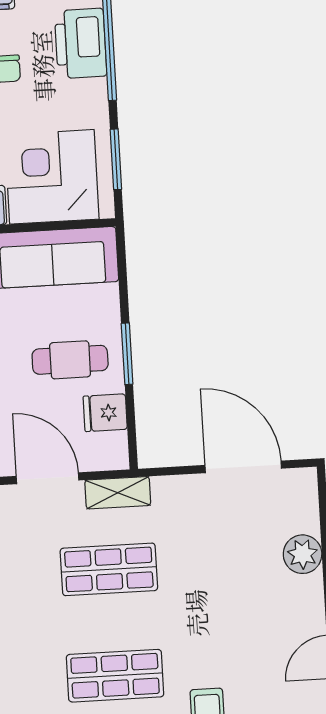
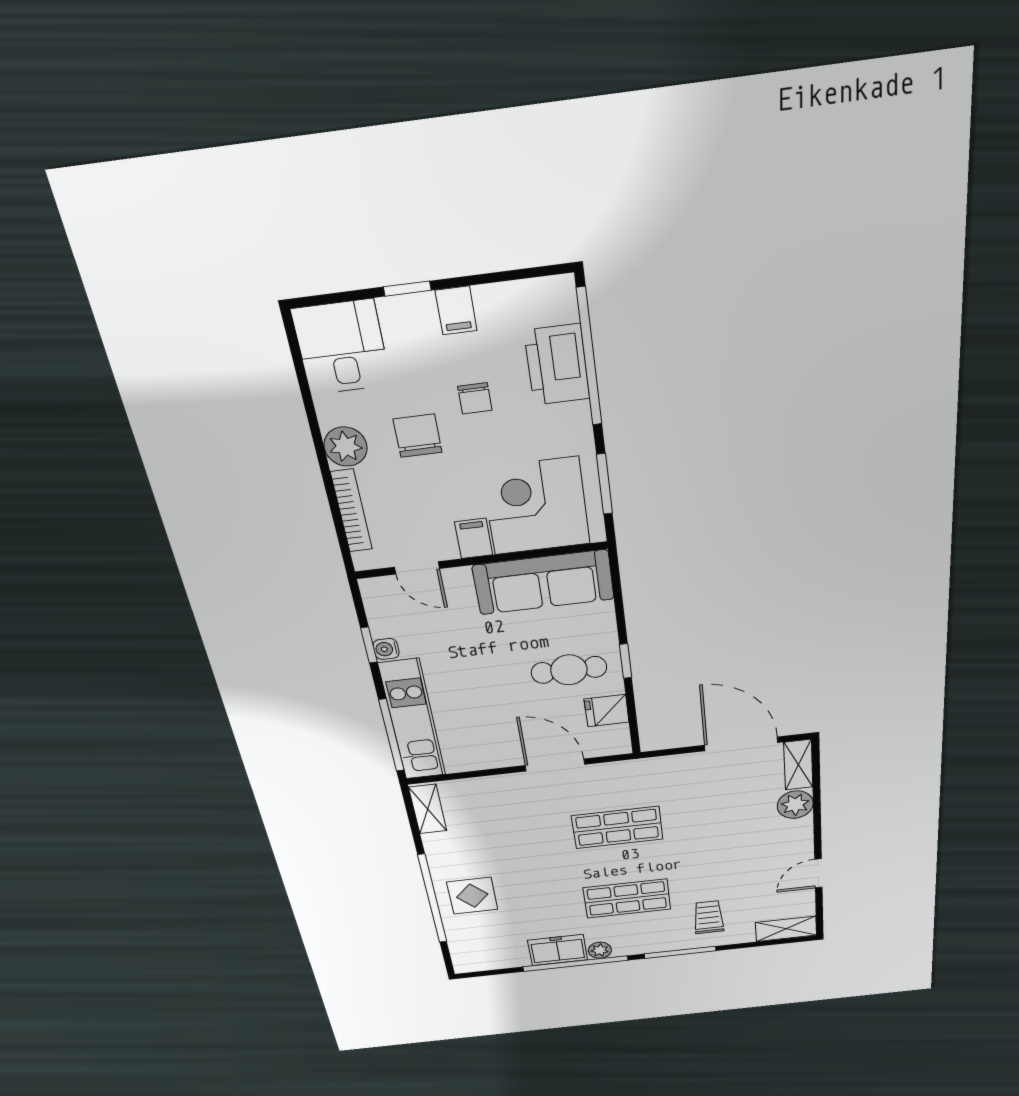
window: (127, 354) -> (626, 661), width x0.67
shelving: (118, 493) -> (798, 765), moved, turned 90

